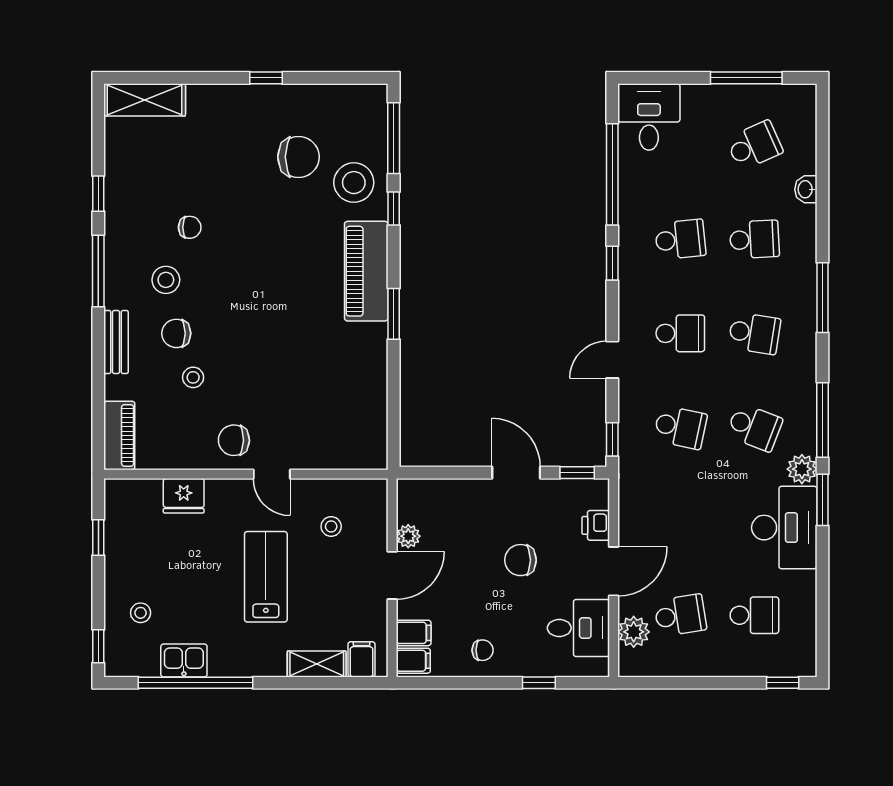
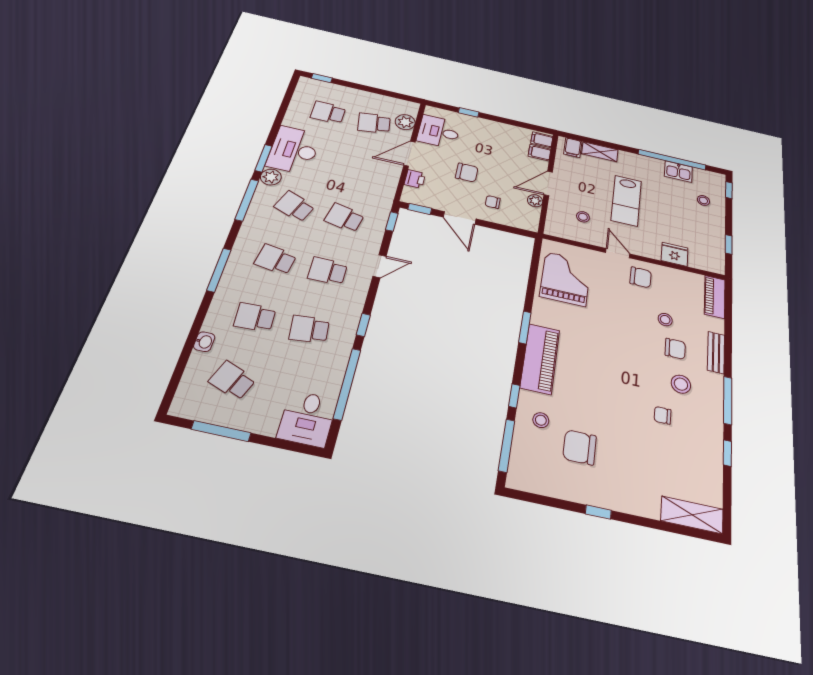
school desk: (754, 145) -> (232, 380), turned 45
stool: (354, 183) -> (541, 420), width x0.53, depth x0.53
grand piano: (346, 408) -> (565, 279), added
chair: (483, 650) -> (493, 202), moved

